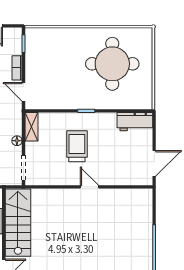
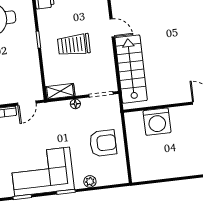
door: (89, 187) -> (112, 28), swing flipped
stairs: (18, 223) -> (131, 69), moved, turned 90

